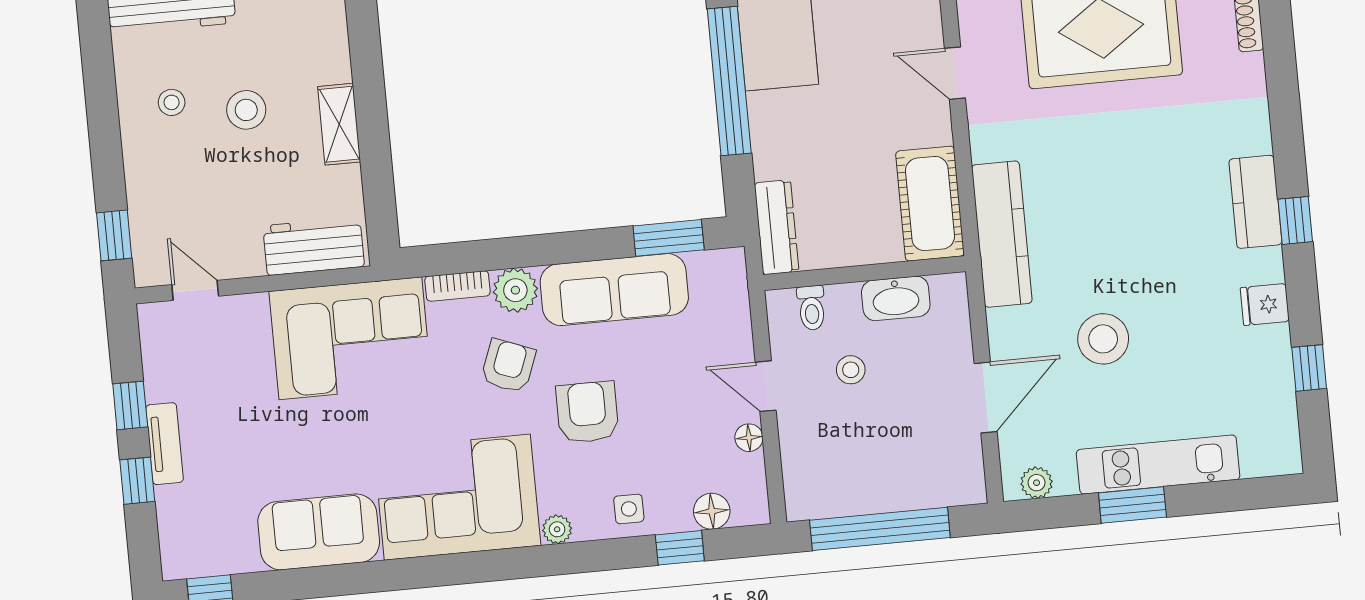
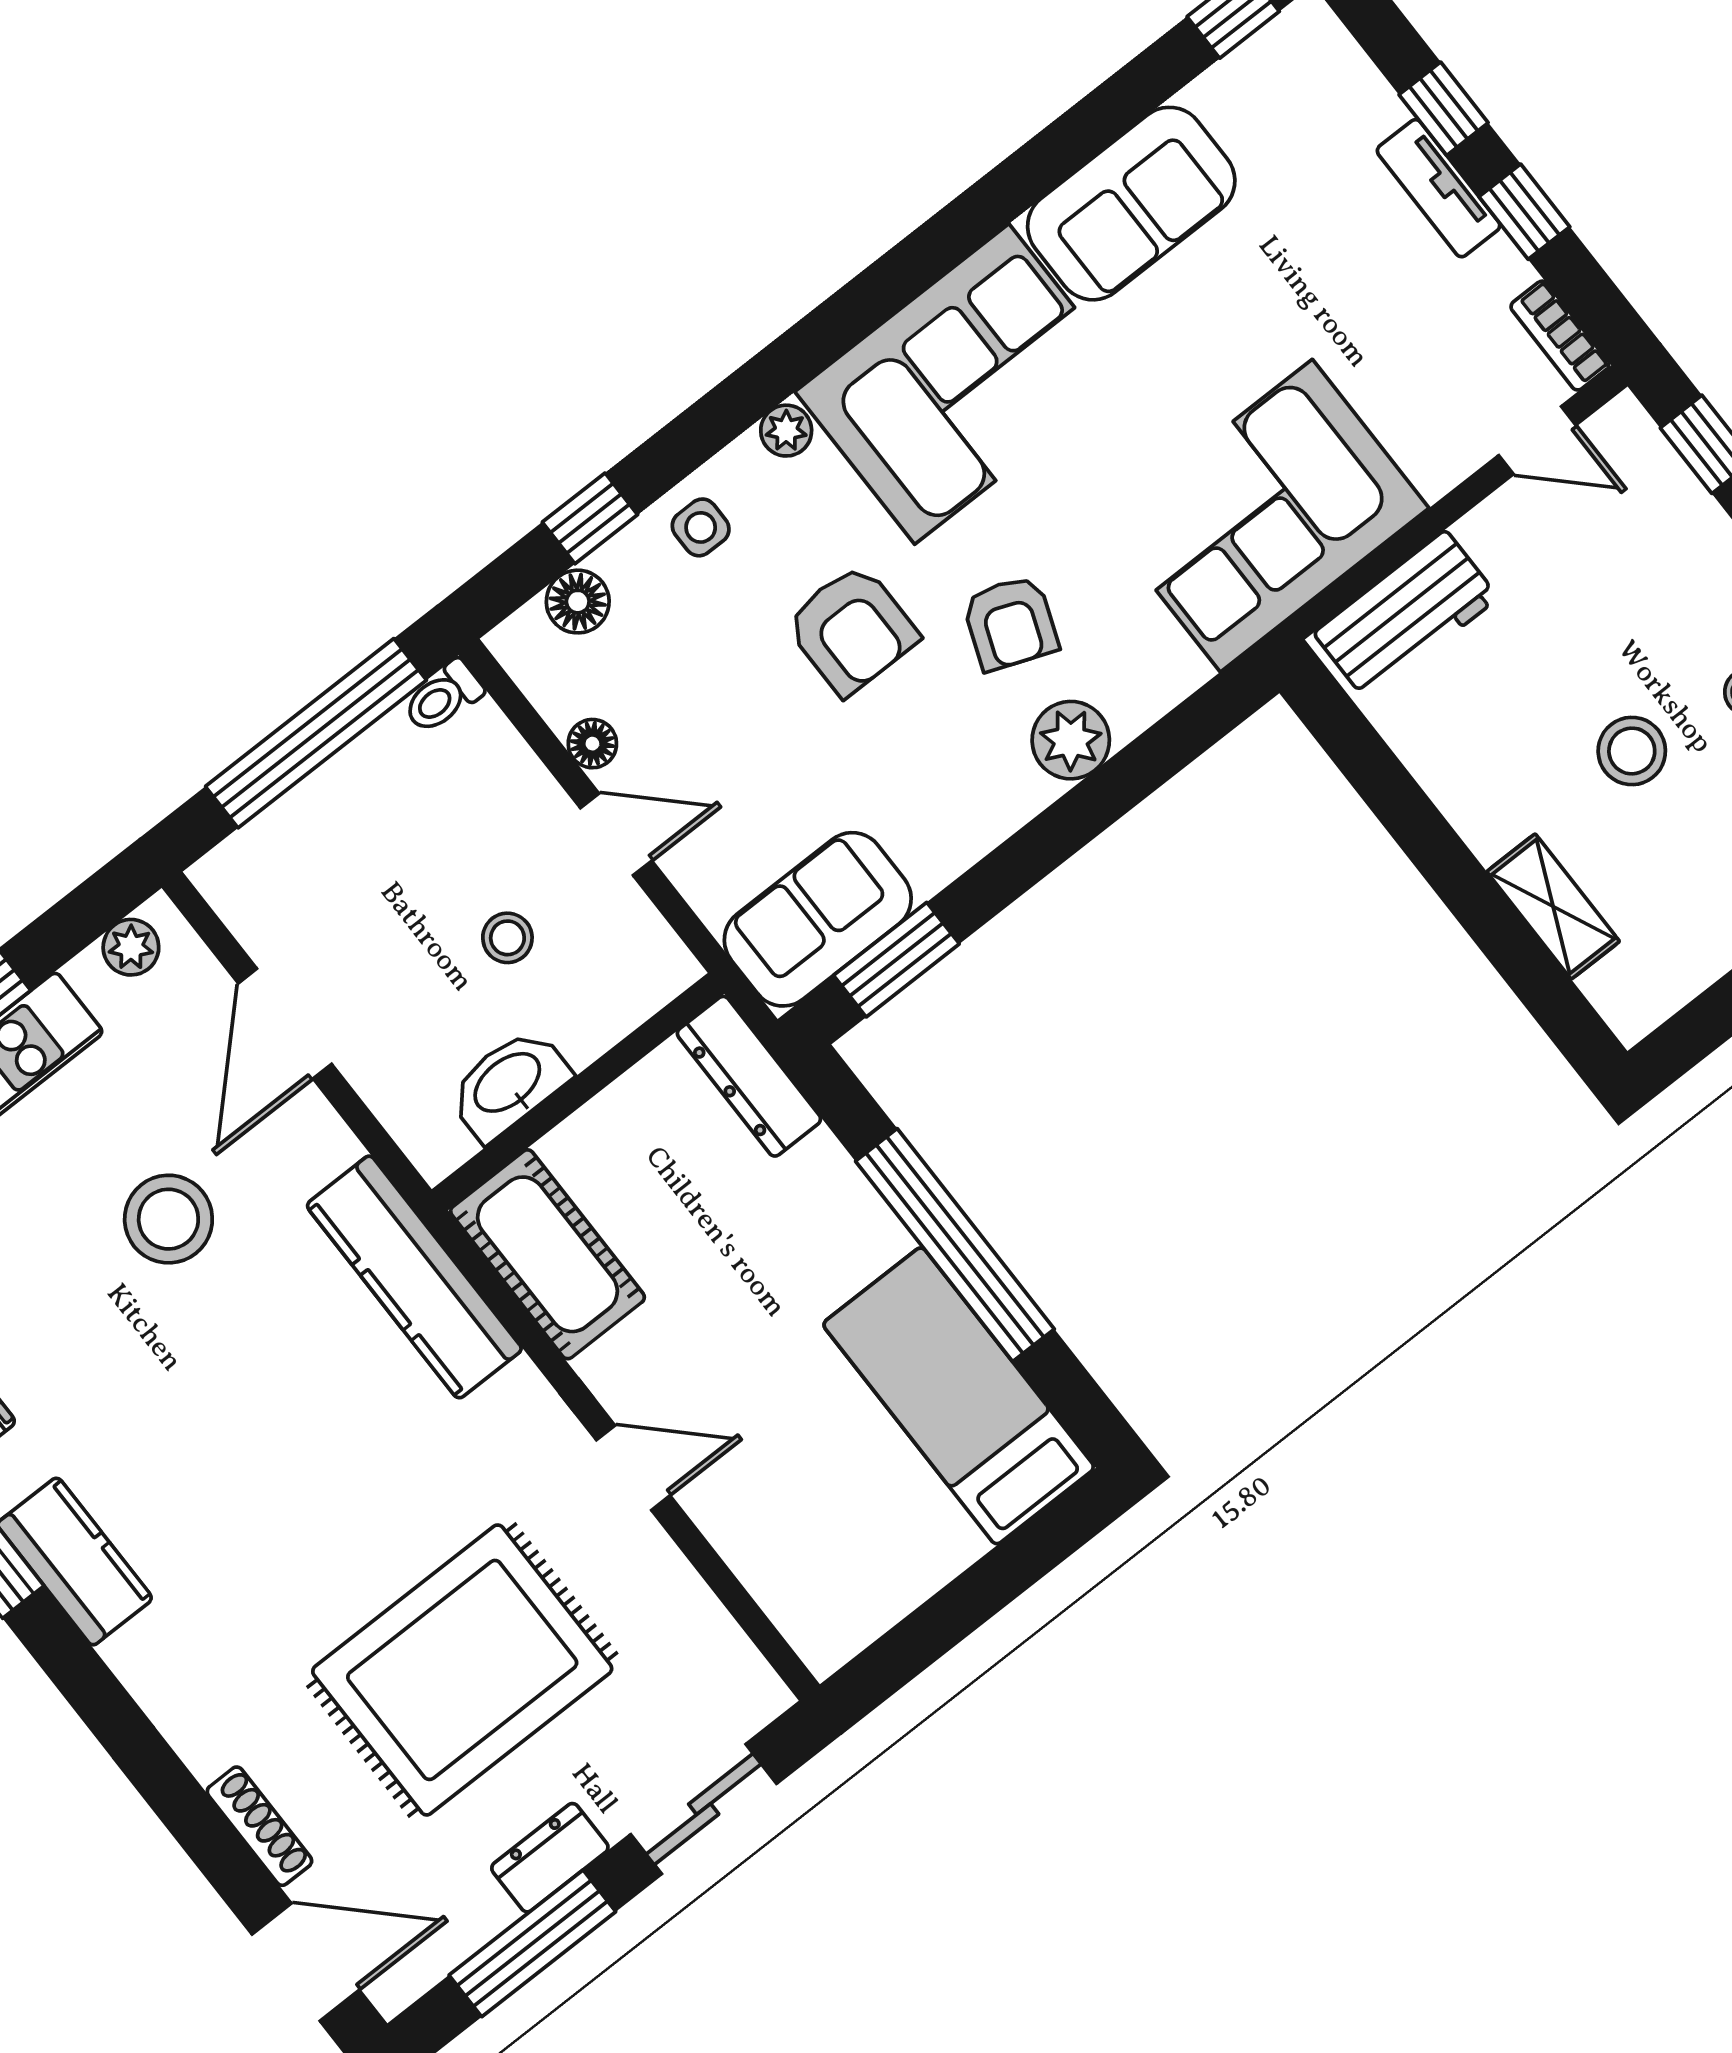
shelving: (339, 124) -> (1553, 907), moved
bookcase: (458, 286) -> (1560, 336), moved, turned -90
sofa: (614, 290) -> (818, 919), moved, width x0.73
toilet: (811, 308) -> (443, 697), moved, turned -90

